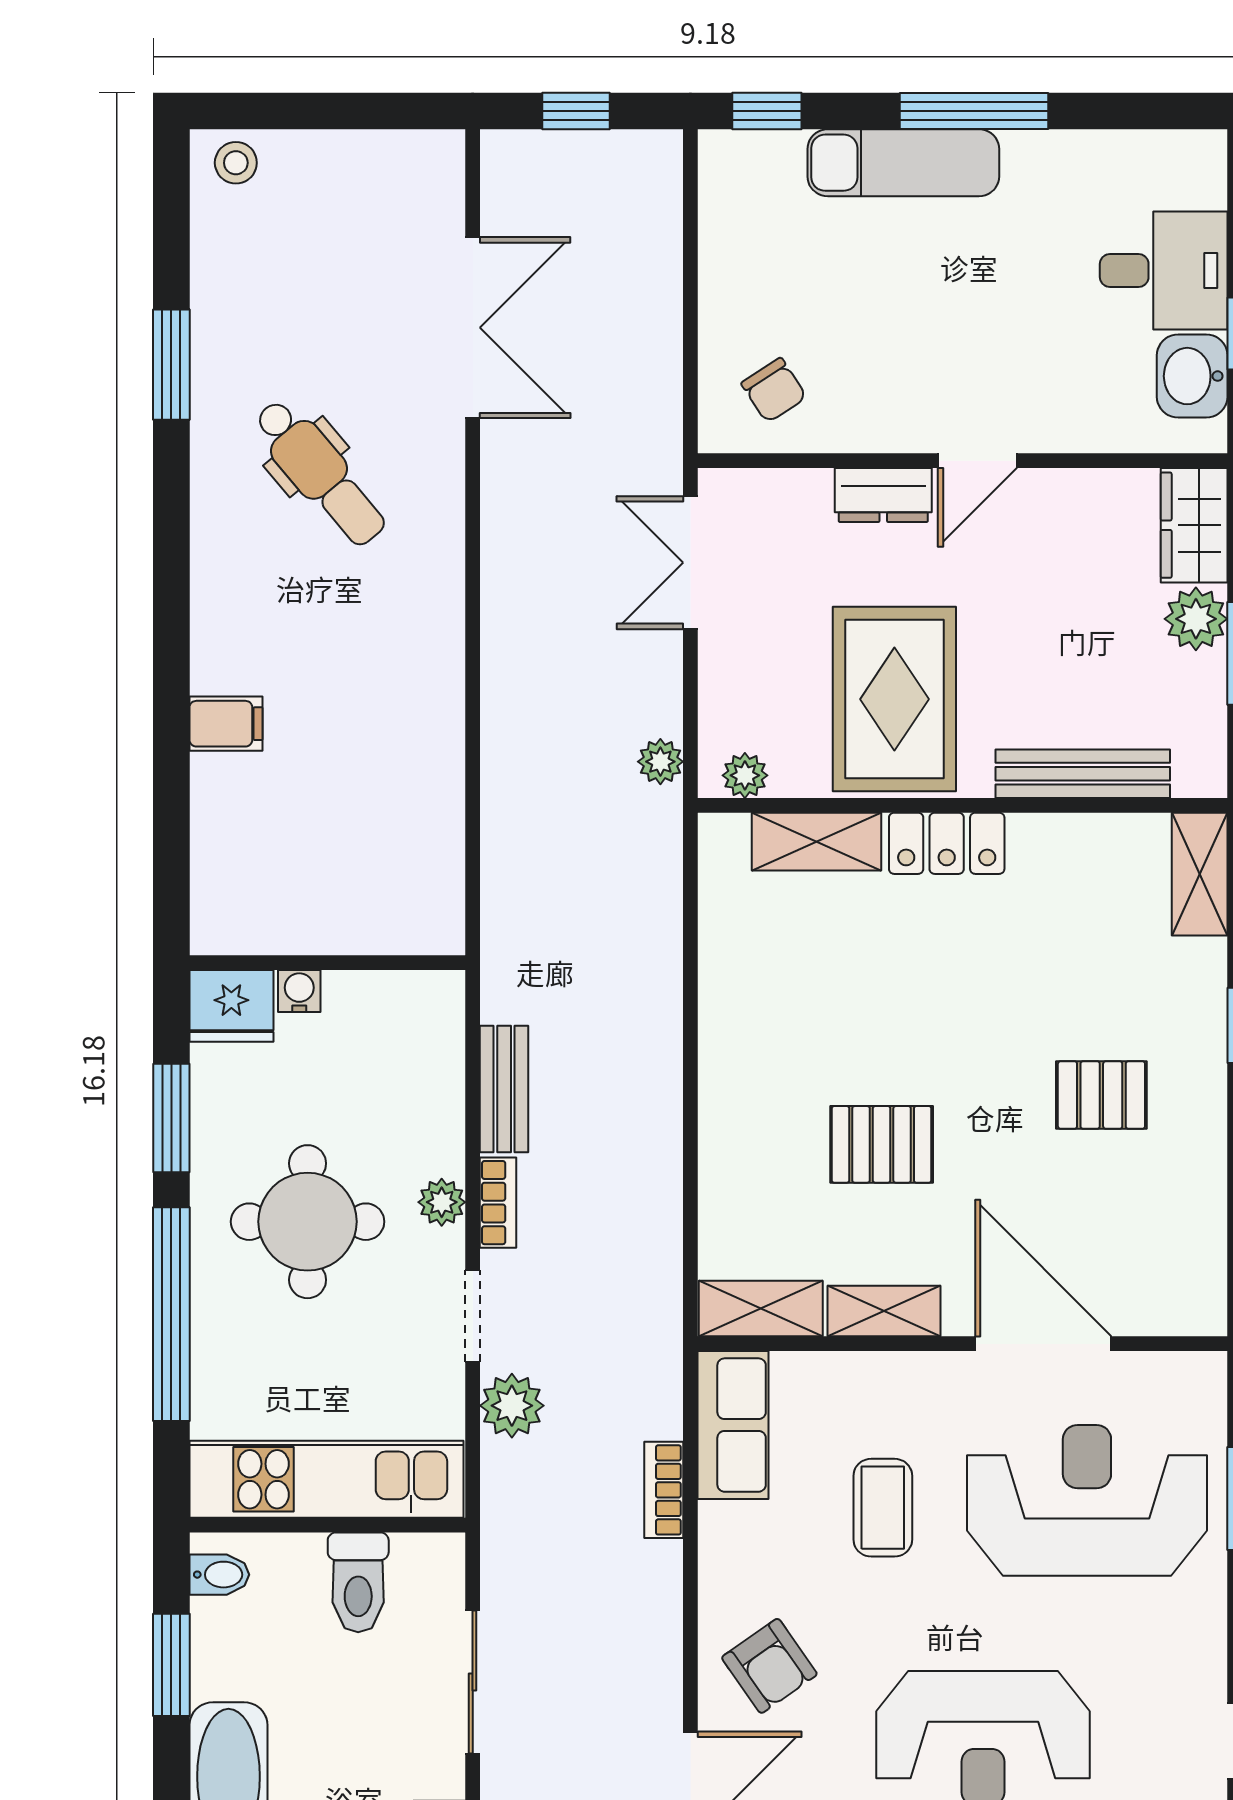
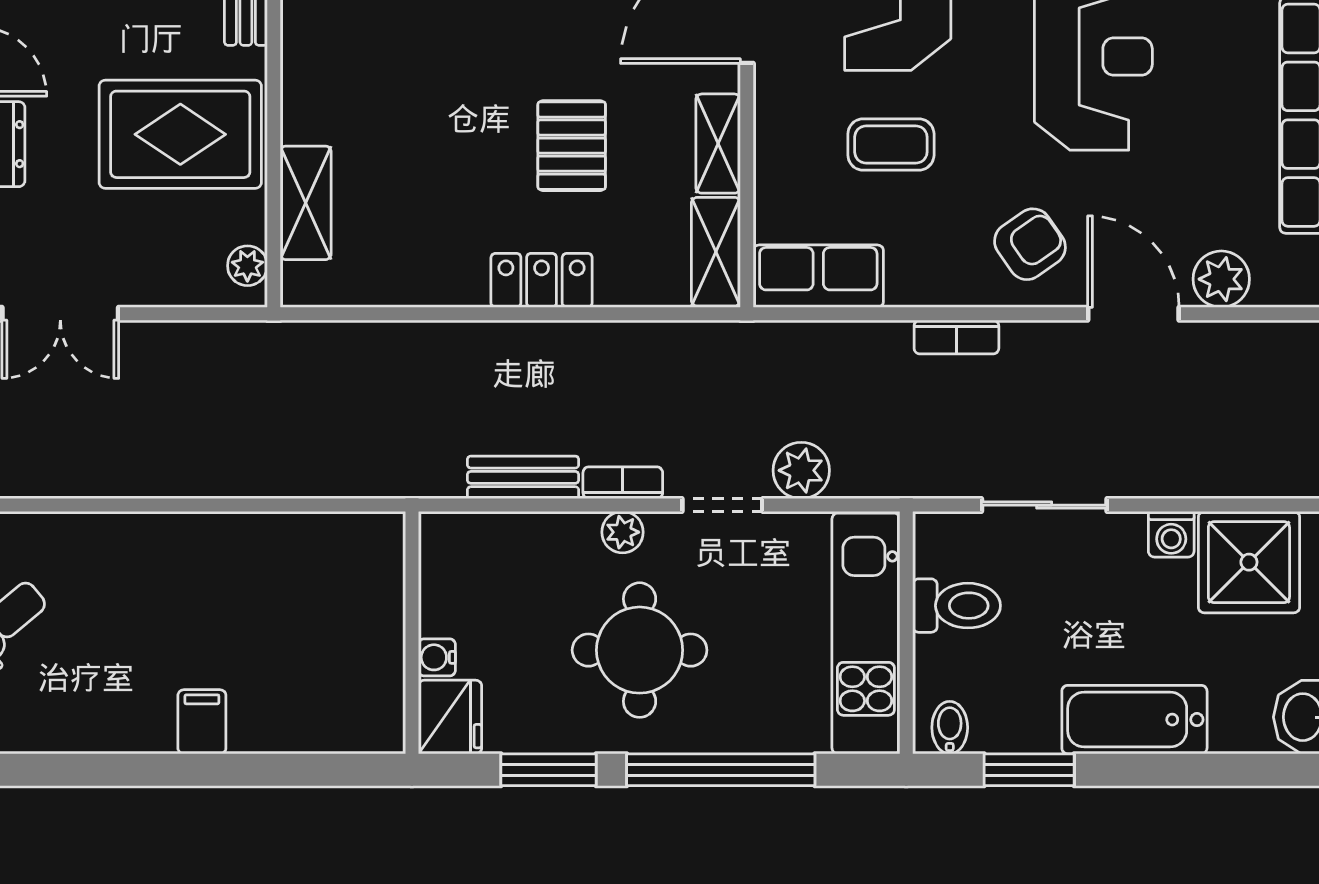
plant: (660, 762) -> (235, 340), removed
locker: (947, 843) -> (542, 280), moved, turned -90
bookcase: (664, 1490) -> (956, 337), moved

